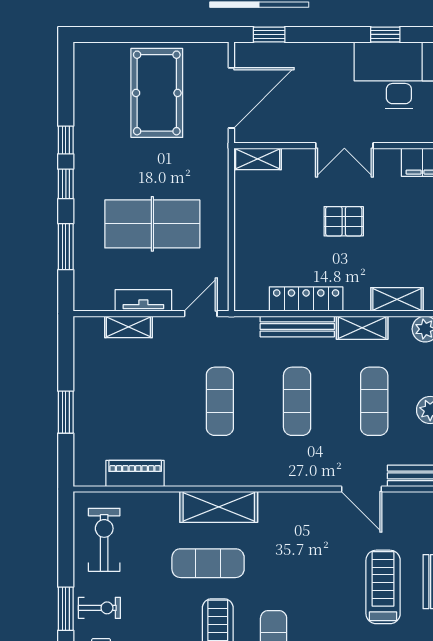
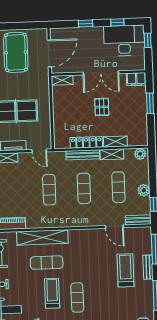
window: (269, 34) -> (85, 24), moved
double door: (344, 146) -> (101, 73), width x1.37
pallet: (344, 221) -> (102, 107), turned 90
shelving: (397, 299) -> (115, 141), moved
door: (201, 314) -> (39, 151), swing flipped
shelving: (219, 507) -> (42, 237), width x1.47

